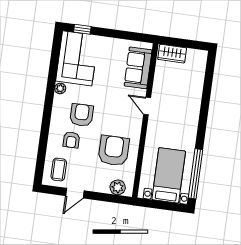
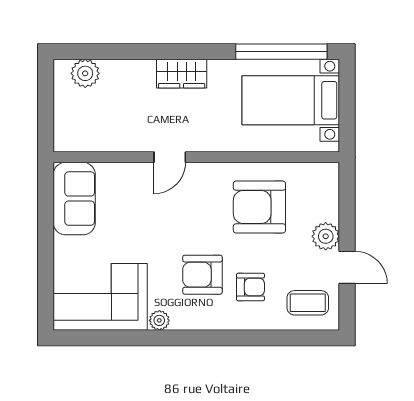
window: (82, 29) -> (46, 295), removed
wardrobe: (172, 54) -> (182, 74), moved, turned 90
plant: (198, 67) -> (85, 73), added
sofa: (138, 68) -> (74, 199), moved, turned -90
plant: (118, 187) -> (326, 236), moved

